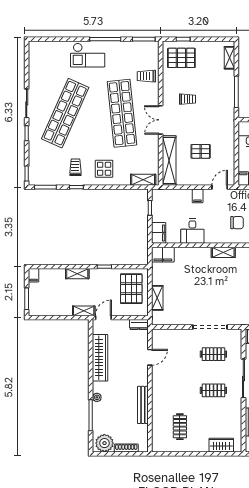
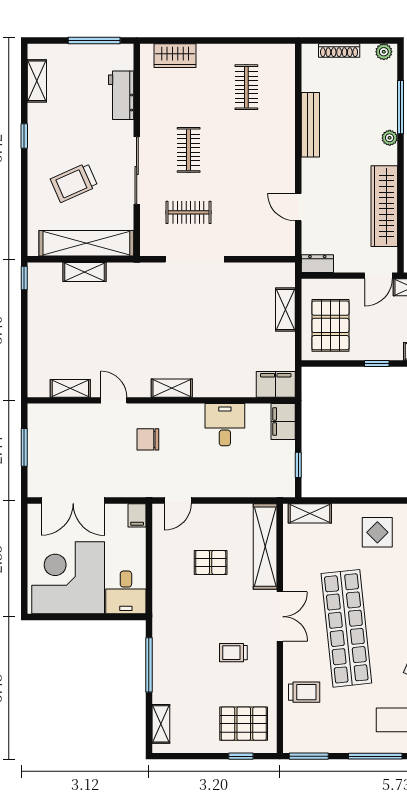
filing cabinet: (198, 196) -> (216, 485), removed
door: (150, 357) -> (298, 207), hinge flipped
clothes rail: (213, 390) -> (189, 150), turned 90
plant: (104, 443) -> (384, 52), width x0.53, depth x0.53

